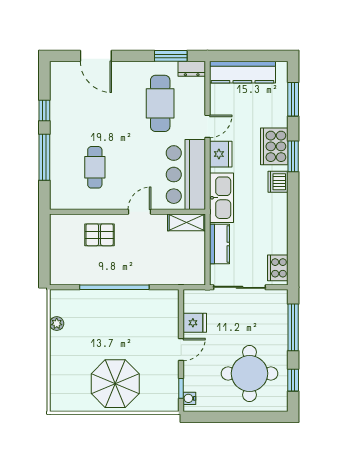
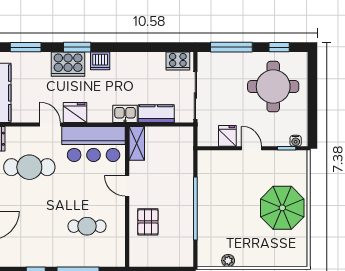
kitchen sink: (222, 198) -> (125, 114), width x0.53, depth x0.81

